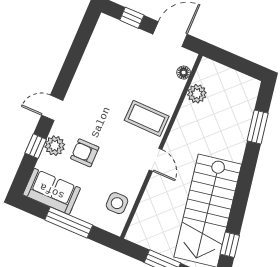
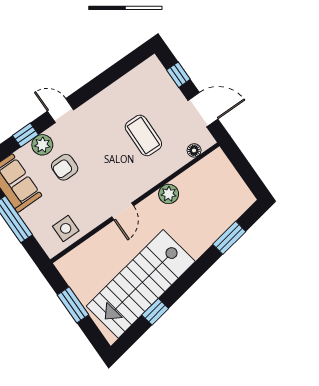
plant: (197, 94) -> (169, 194), moved
coffee table: (147, 118) -> (143, 135), moved
armchair: (85, 153) -> (65, 167), turned -90
window: (230, 245) -> (155, 312), moved

